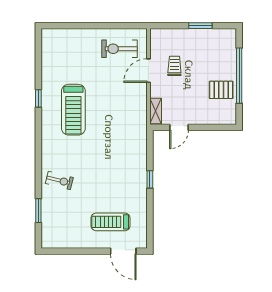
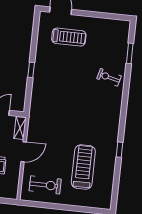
door: (148, 71) -> (24, 152), moved
treadmill: (73, 110) -> (83, 167), moved

